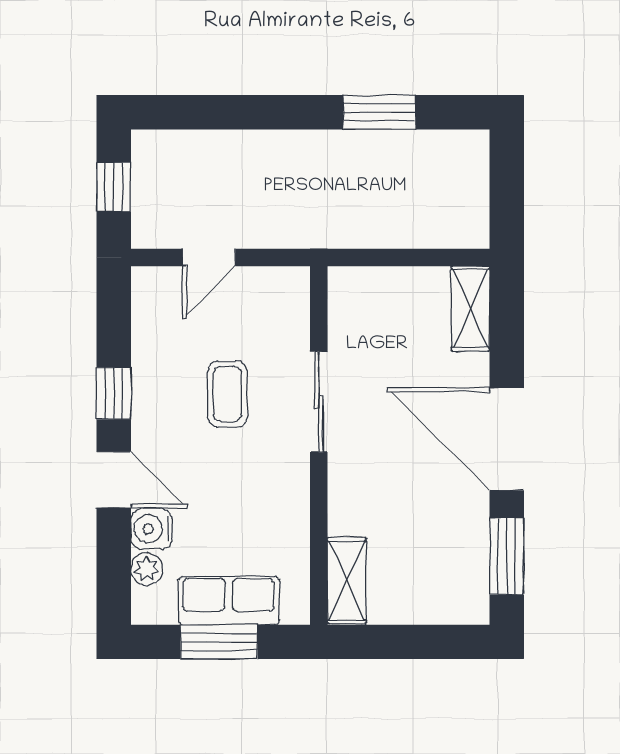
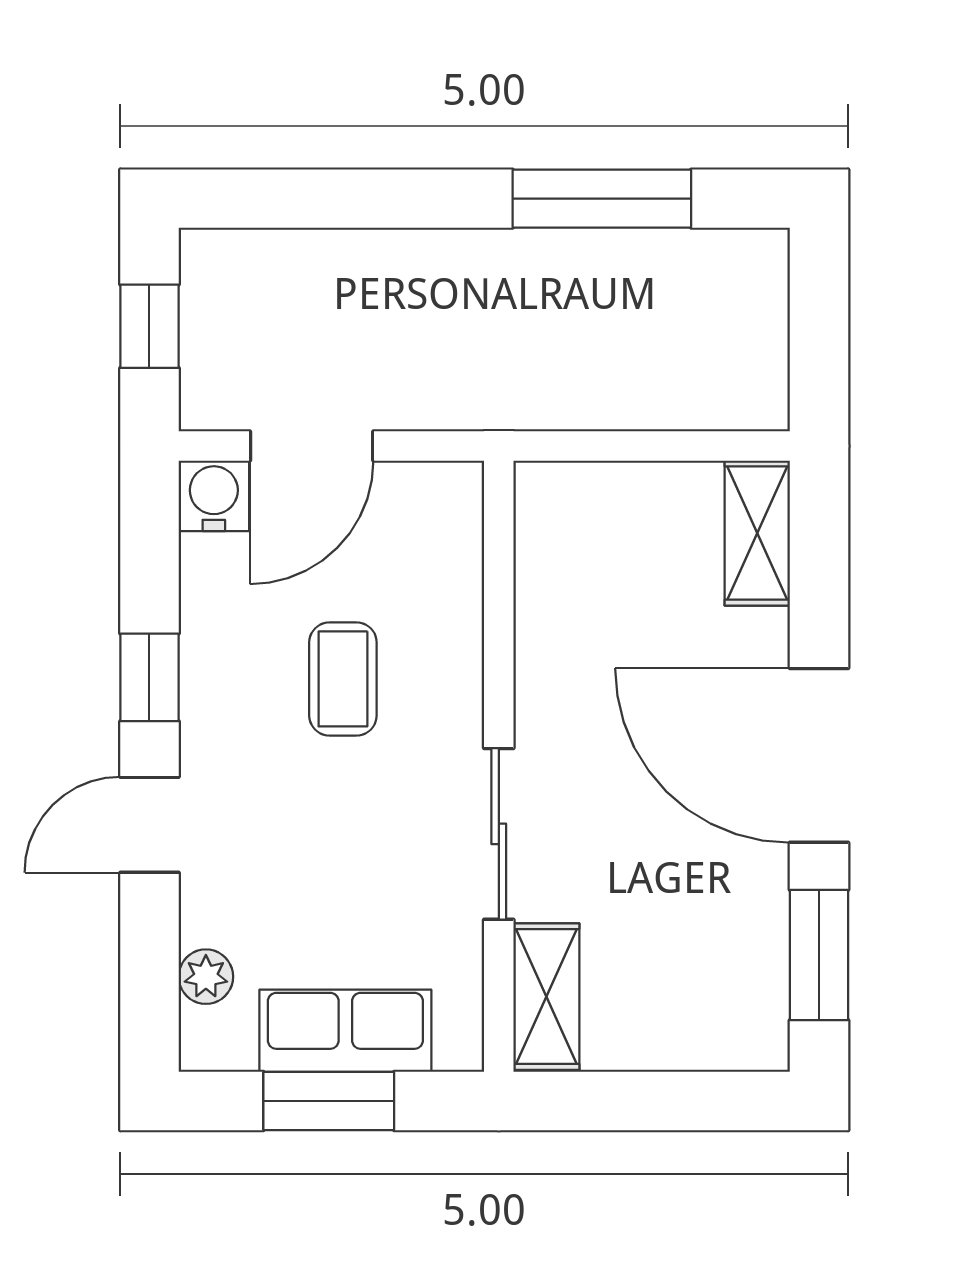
window: (379, 112) -> (602, 199), width x1.44
door: (209, 257) -> (312, 446), width x1.38
sliding door: (319, 402) -> (499, 834), moved
door: (114, 480) -> (149, 825), swing flipped
water cooler: (152, 529) -> (214, 496), moved, turned 90

